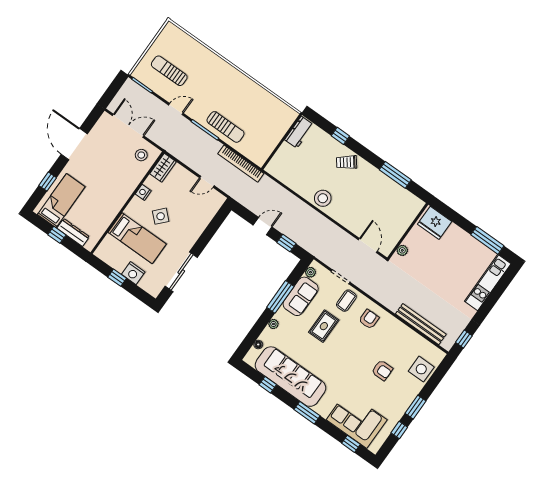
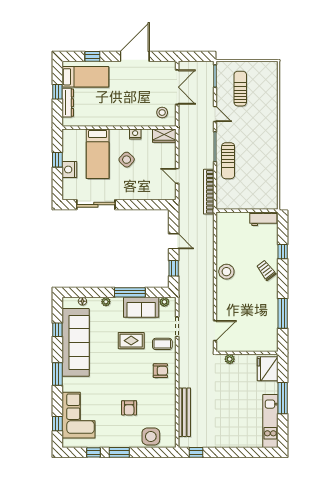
window: (487, 240) -> (283, 398), moved
kitchen unit: (488, 282) -> (270, 421), moved, turned -90

